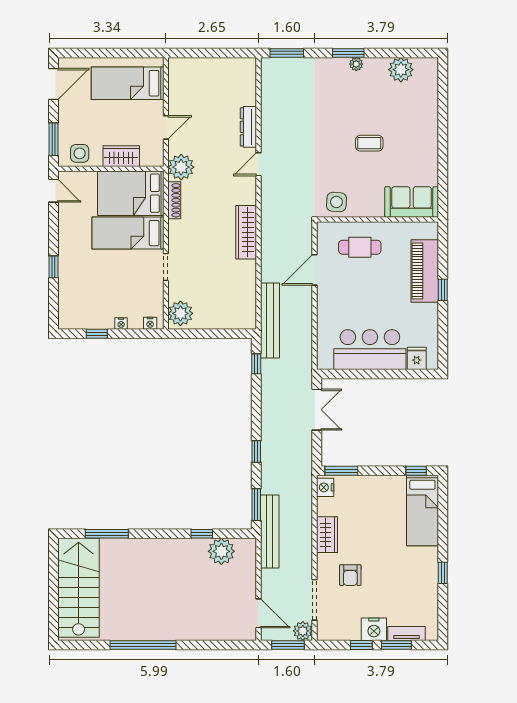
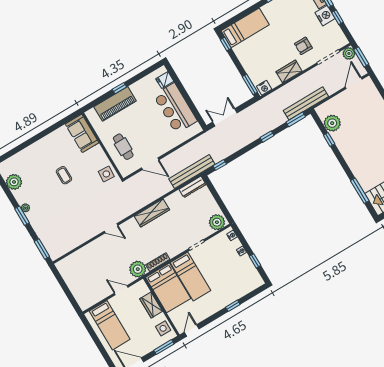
dresser: (248, 127) -> (193, 187), moved
armchair: (350, 575) -> (303, 46), turned 180

